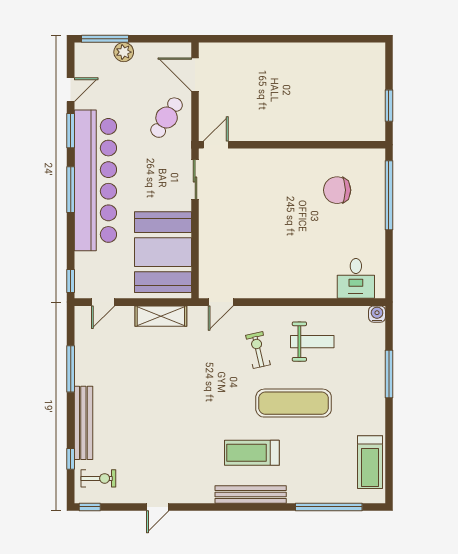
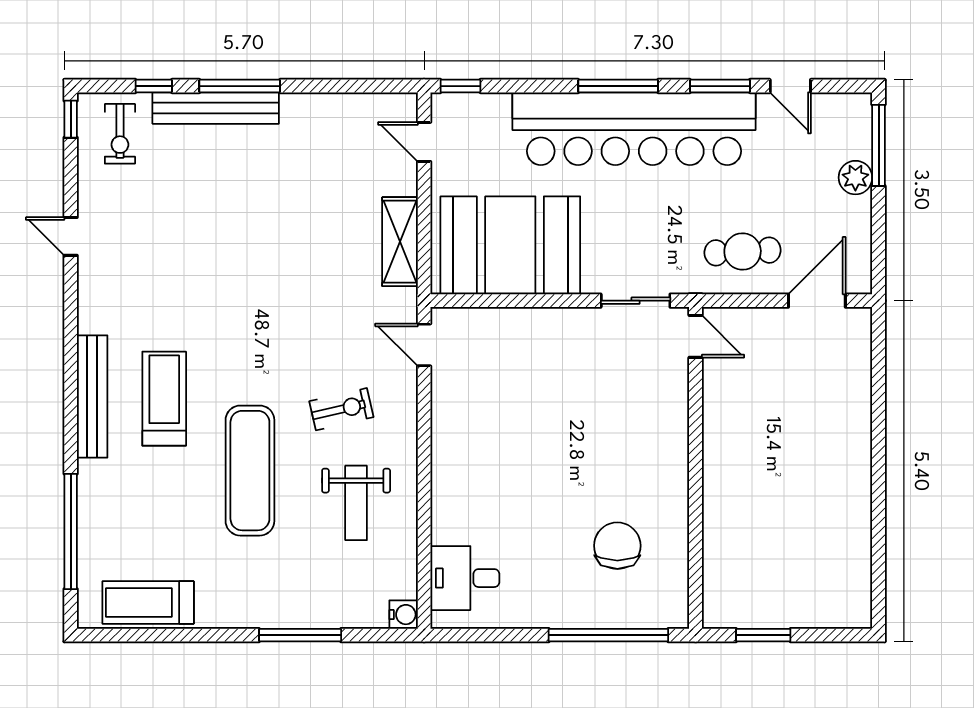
cafe table: (167, 118) -> (743, 251), turned -36
window: (71, 369) -> (240, 86), moved

